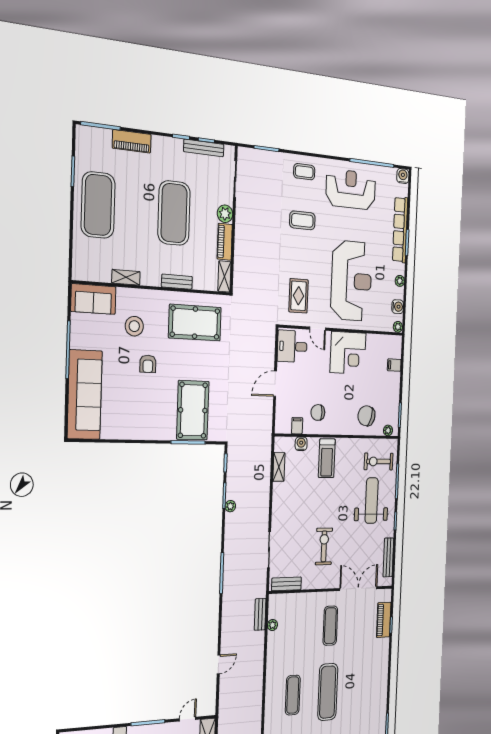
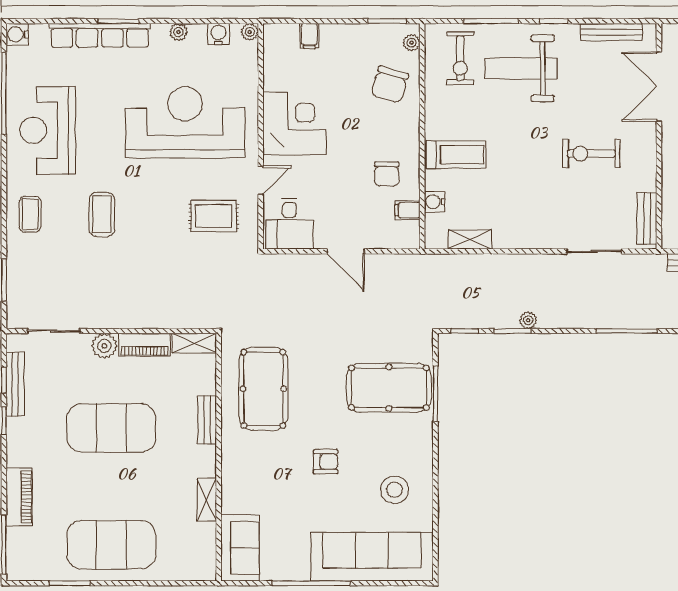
stool: (134, 326) -> (394, 490), moved

